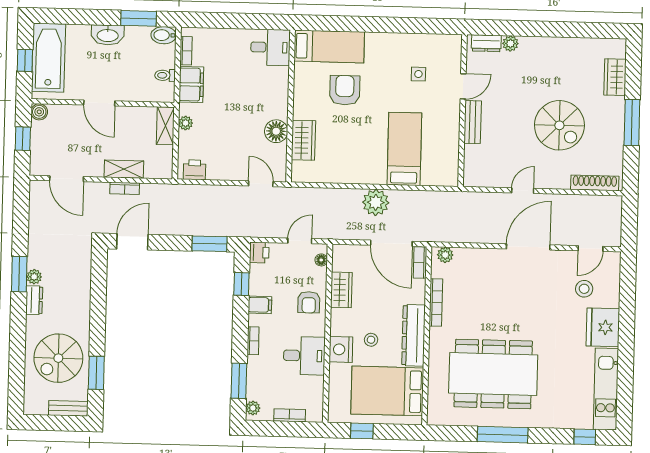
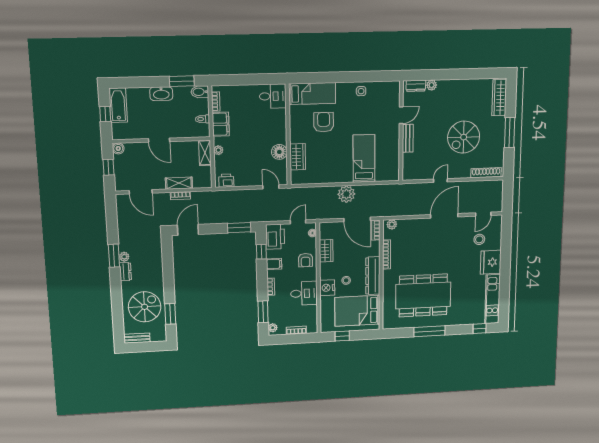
bathtub: (49, 58) -> (118, 105), width x0.73, depth x0.73
side table: (418, 74) -> (361, 91), moved
wardrobe: (615, 77) -> (499, 98), width x1.50
spiral stairs: (559, 125) -> (464, 137), turned 90
printer: (259, 253) -> (275, 237), width x1.87, depth x1.48
spiral stairs: (58, 358) -> (145, 307), turned 180
bench: (68, 408) -> (137, 338), moved

